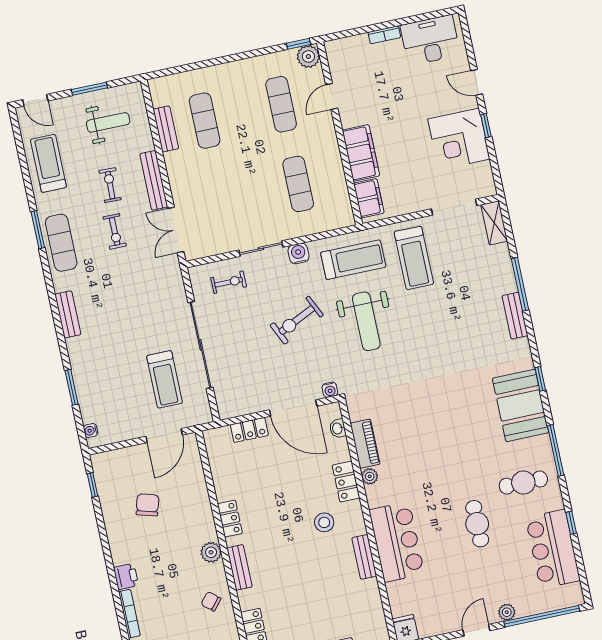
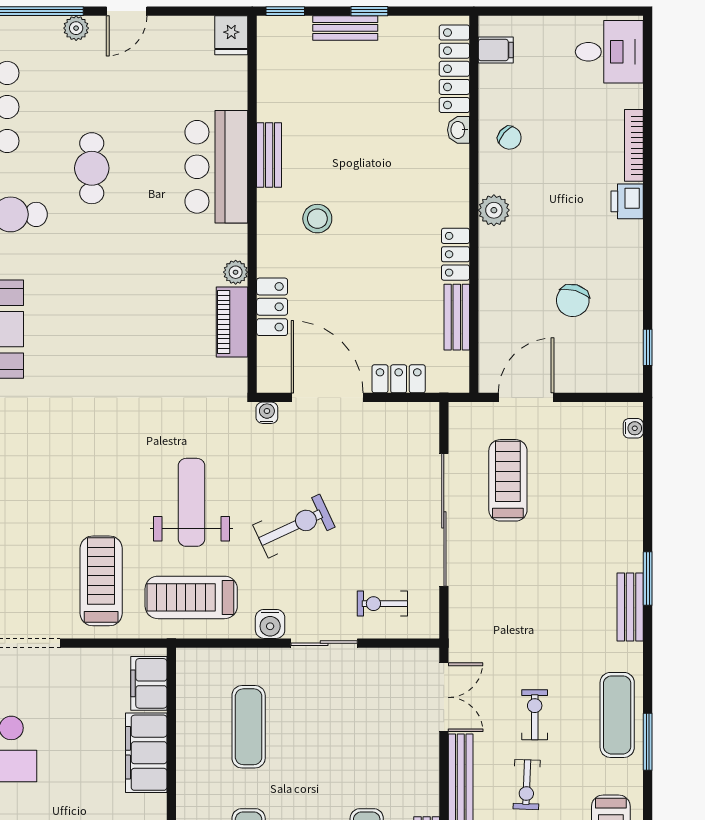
window: (72, 387) -> (648, 579), moved
washbasin: (338, 428) -> (458, 130), moved, turned 180
locker: (346, 482) -> (272, 307), moved
bench: (239, 567) -> (457, 317), moved

